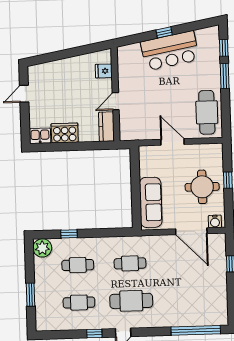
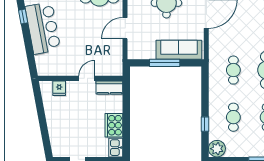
window: (164, 32) -> (23, 17), moved
door: (116, 101) -> (87, 78), swing flipped
window: (136, 187) -> (165, 63), added

